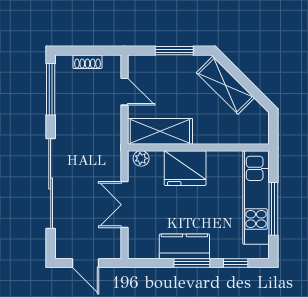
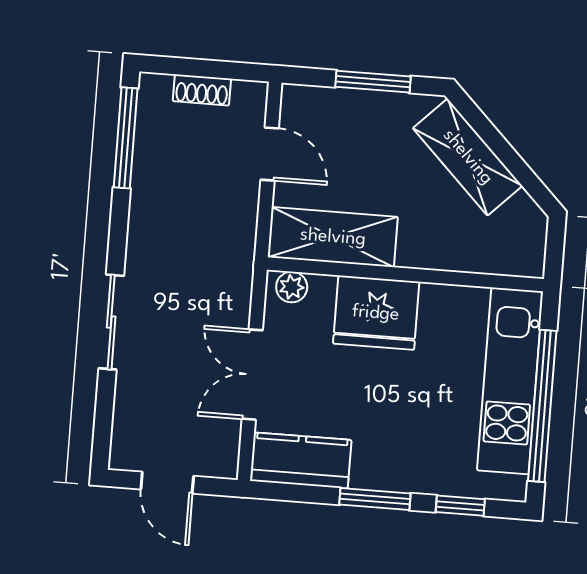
sliding door: (51, 184) -> (111, 322), width x0.54
window: (273, 209) -> (542, 406), width x1.46
kitchen counter: (184, 246) -> (301, 460), moved

